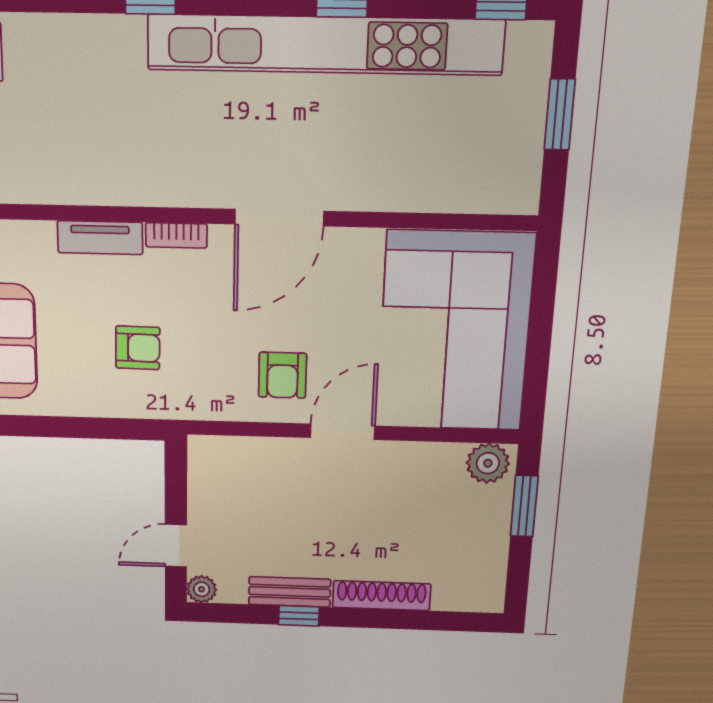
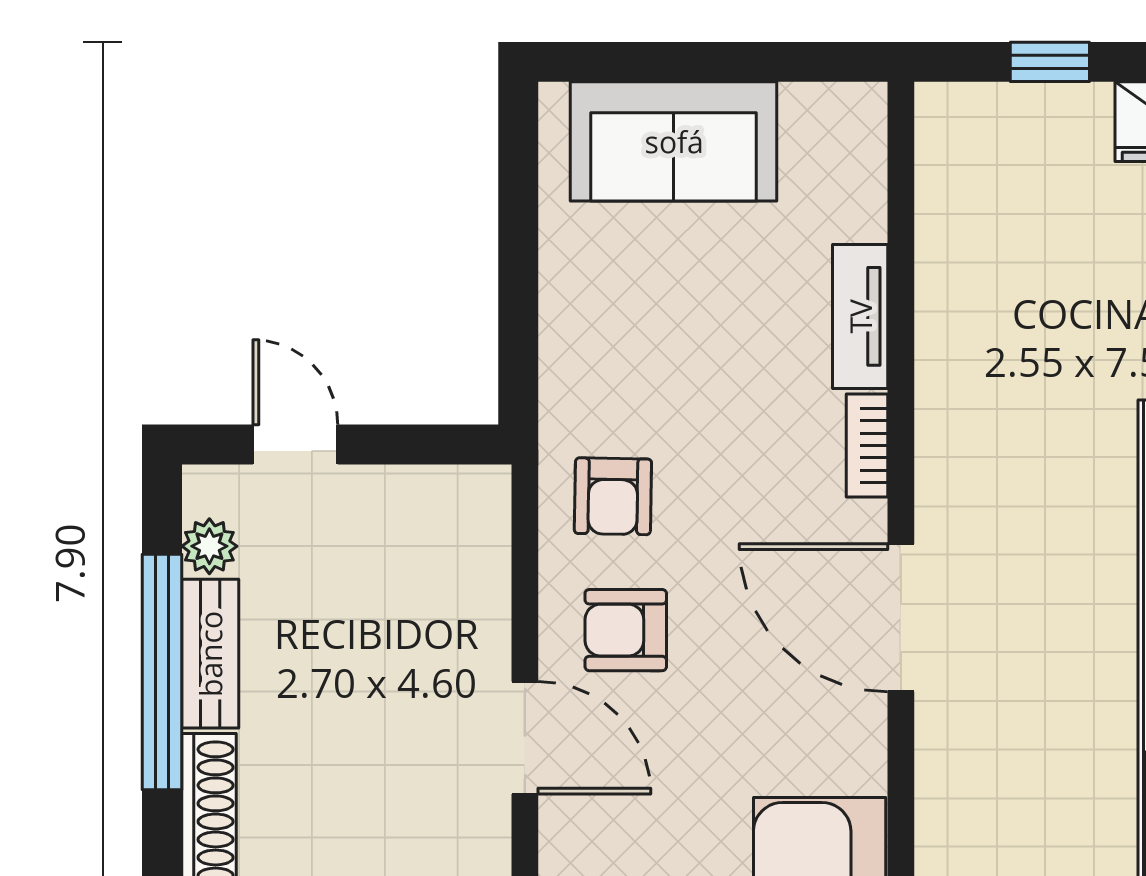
armchair: (138, 348) -> (613, 496), moved
plant: (202, 589) -> (209, 546), moved
window: (299, 616) -> (162, 672), width x3.17

